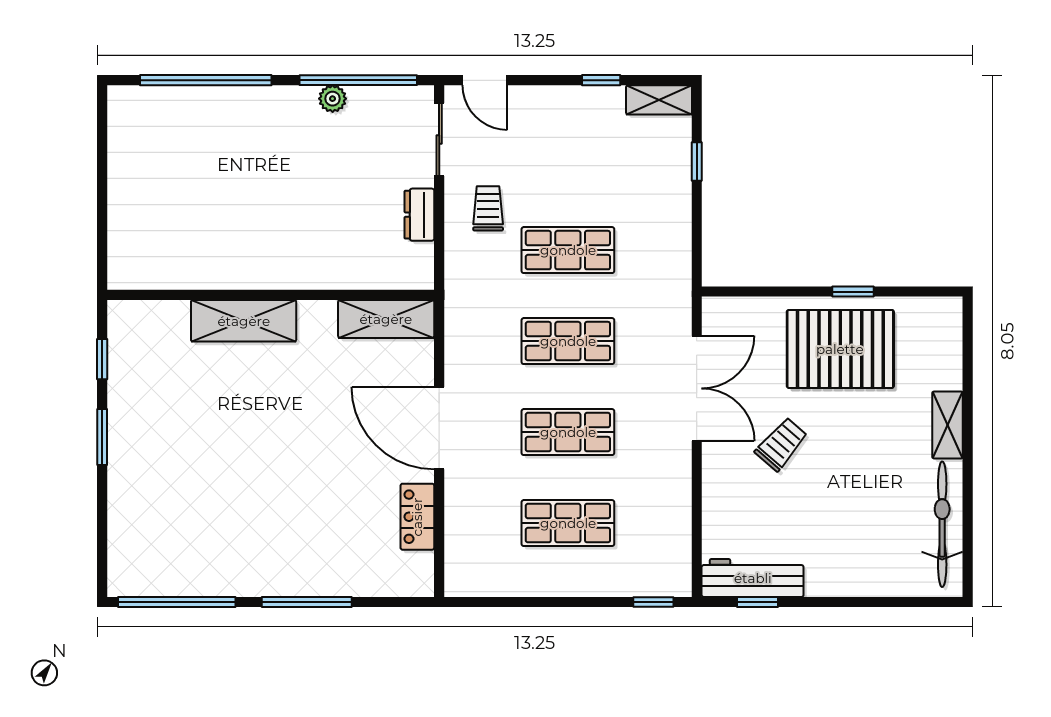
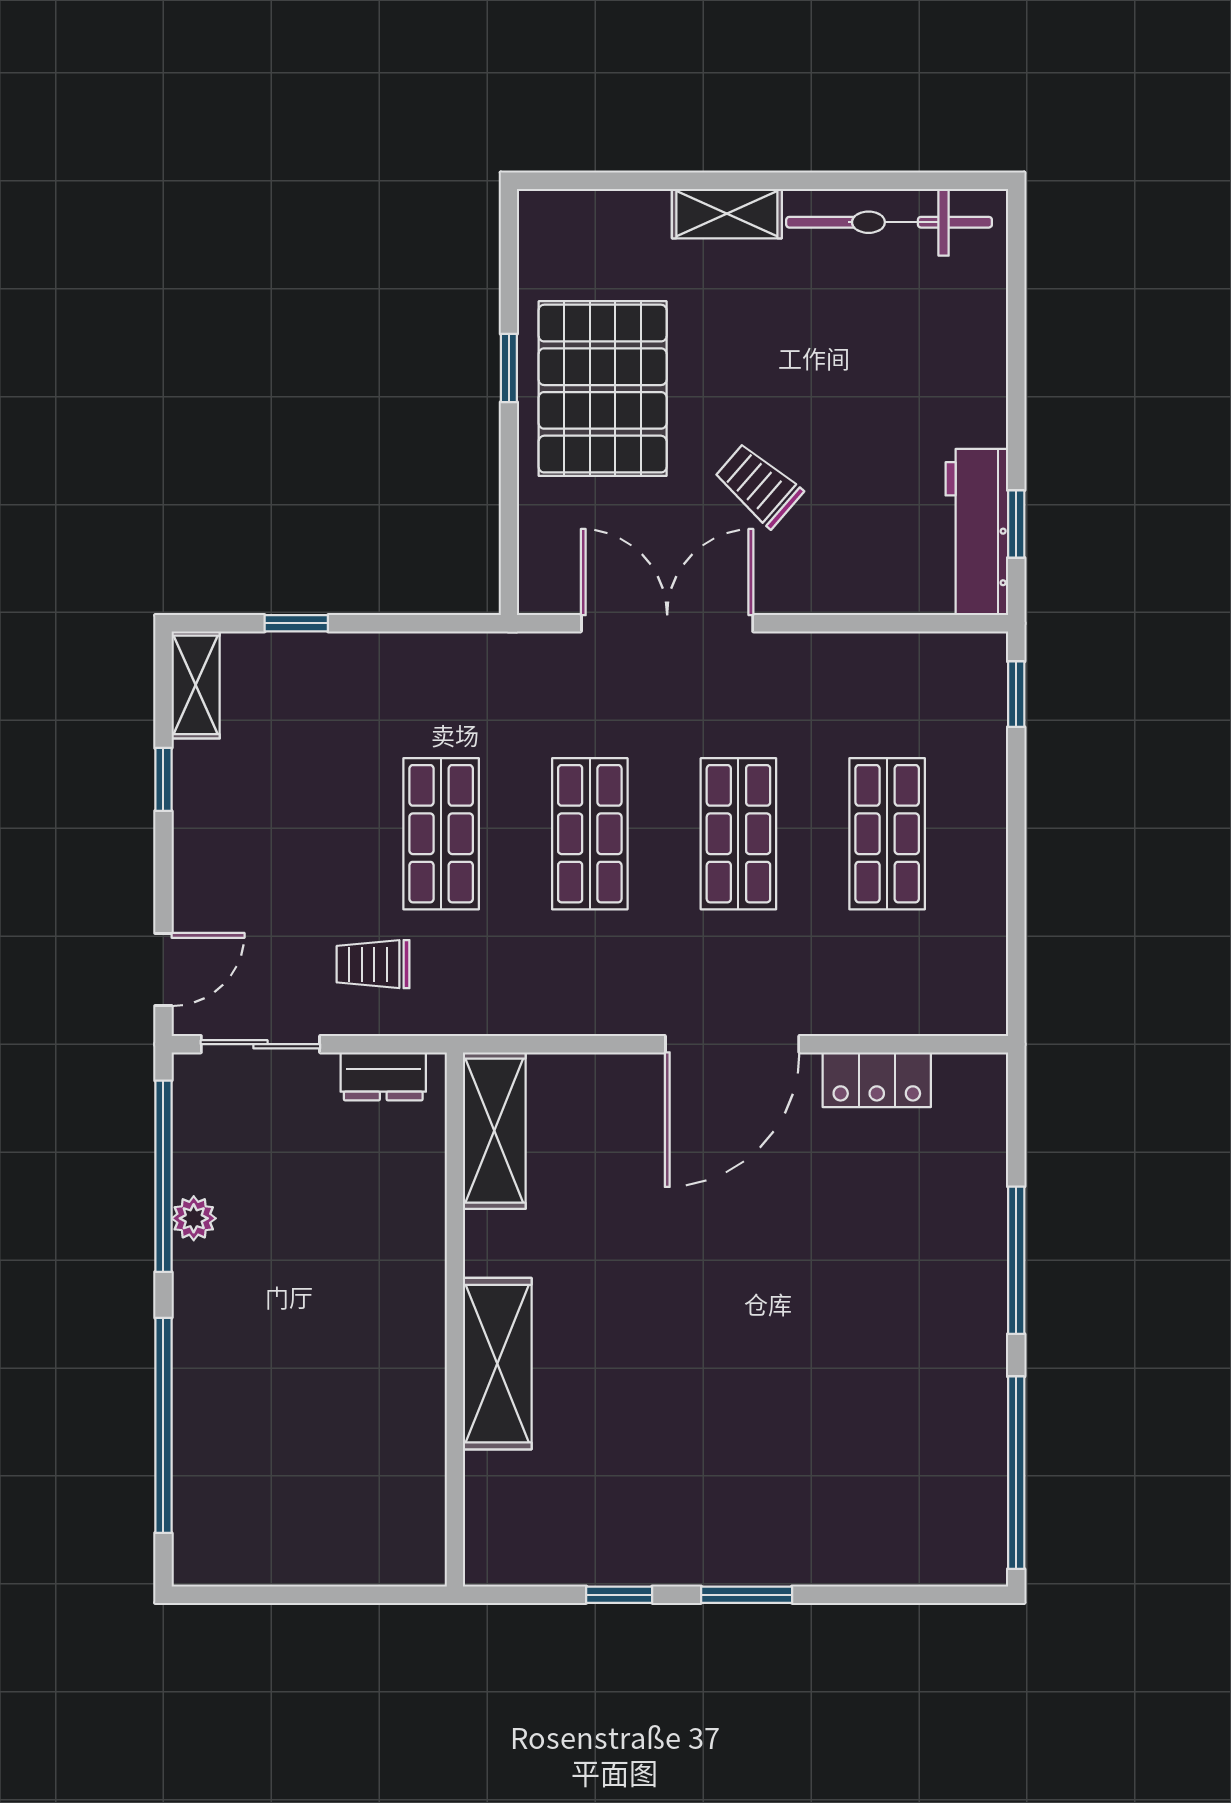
wall: (271, 295) -> (455, 1319), moved
shelving: (386, 319) -> (494, 1131), moved
shelving: (244, 321) -> (497, 1364), moved

